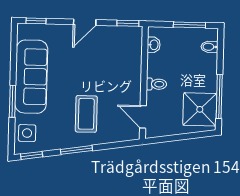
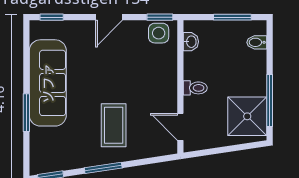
side table: (27, 133) -> (159, 33), moved

